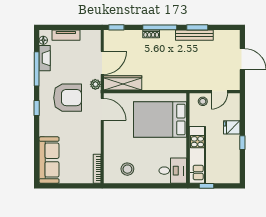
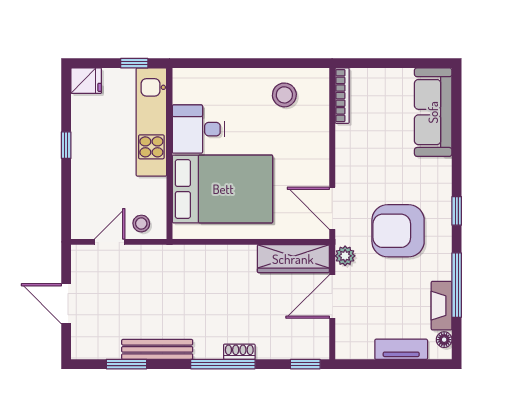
window: (197, 27) -> (127, 364), moved
fridge: (232, 127) -> (86, 81), moved
desk: (173, 171) -> (198, 129), moved

